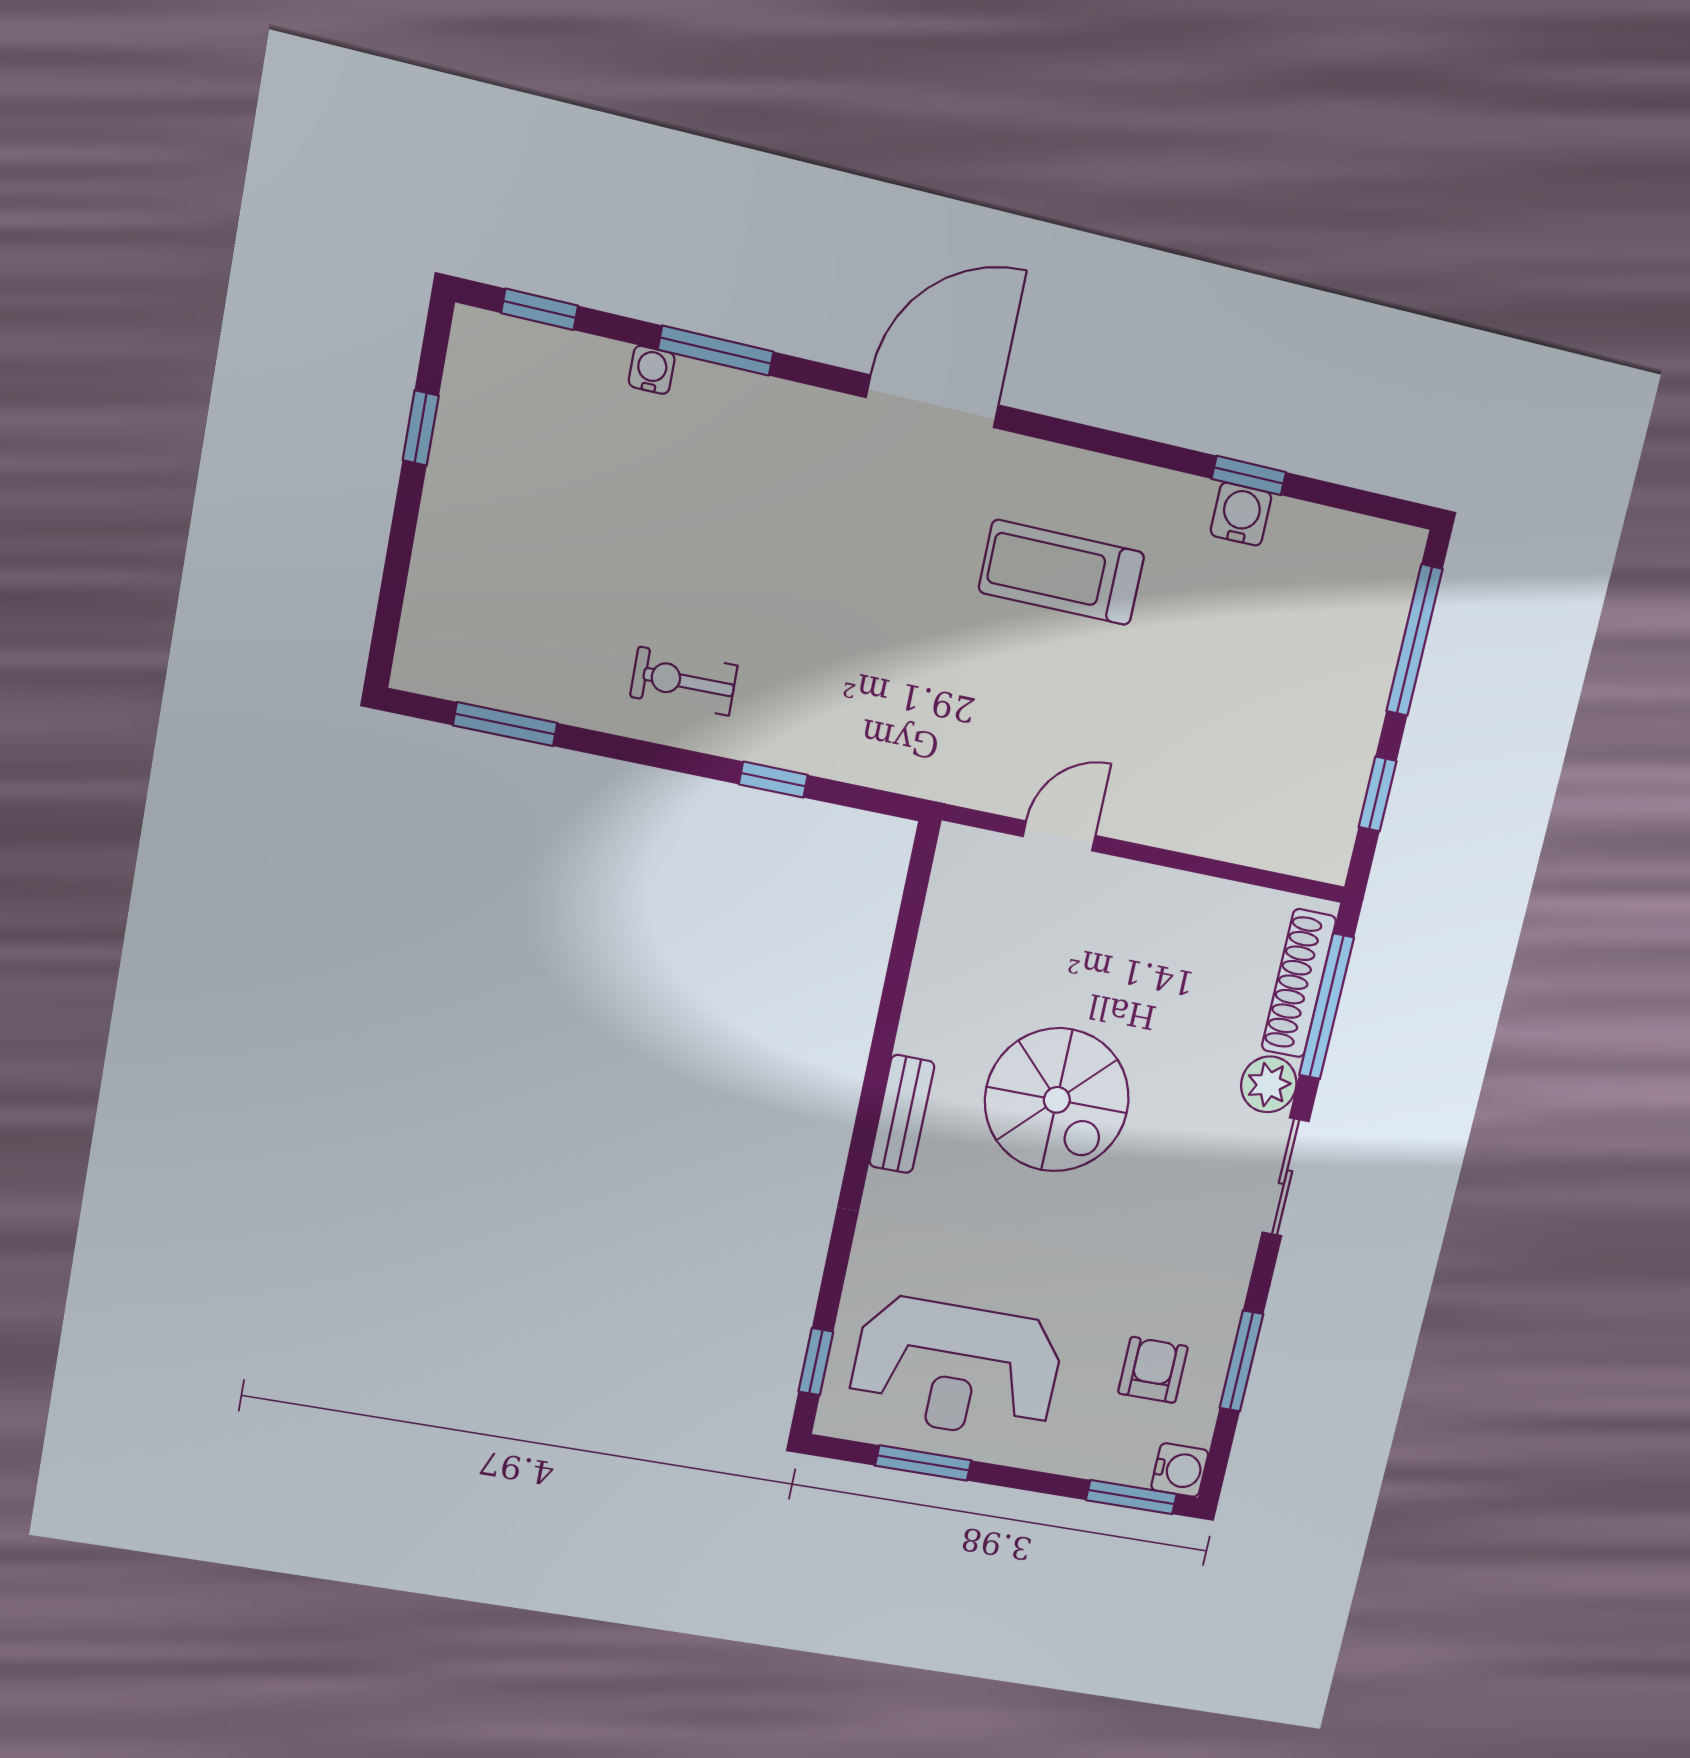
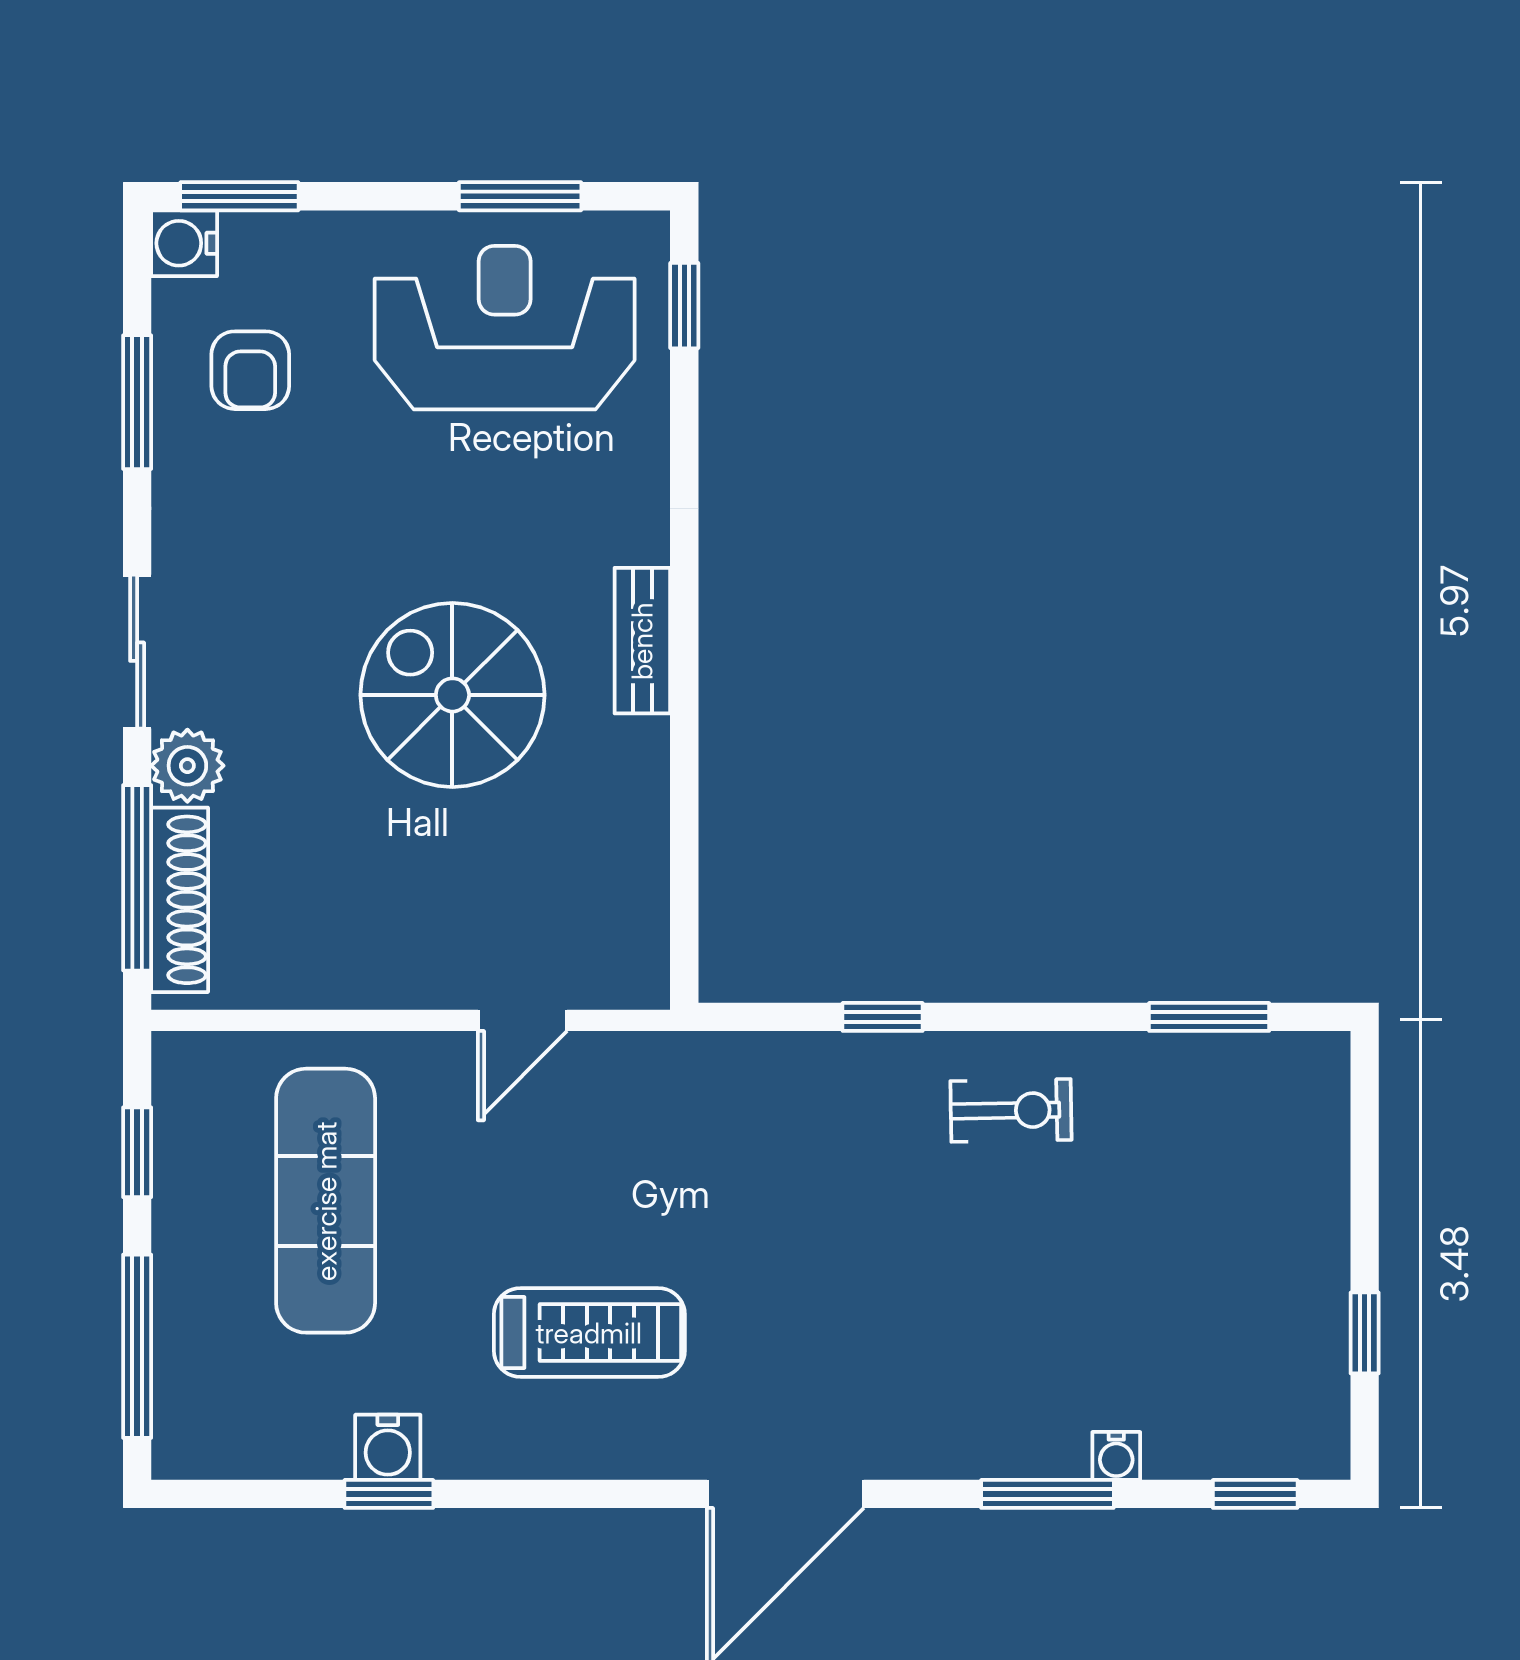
exercise mat: (1243, 725) -> (326, 1201), added

